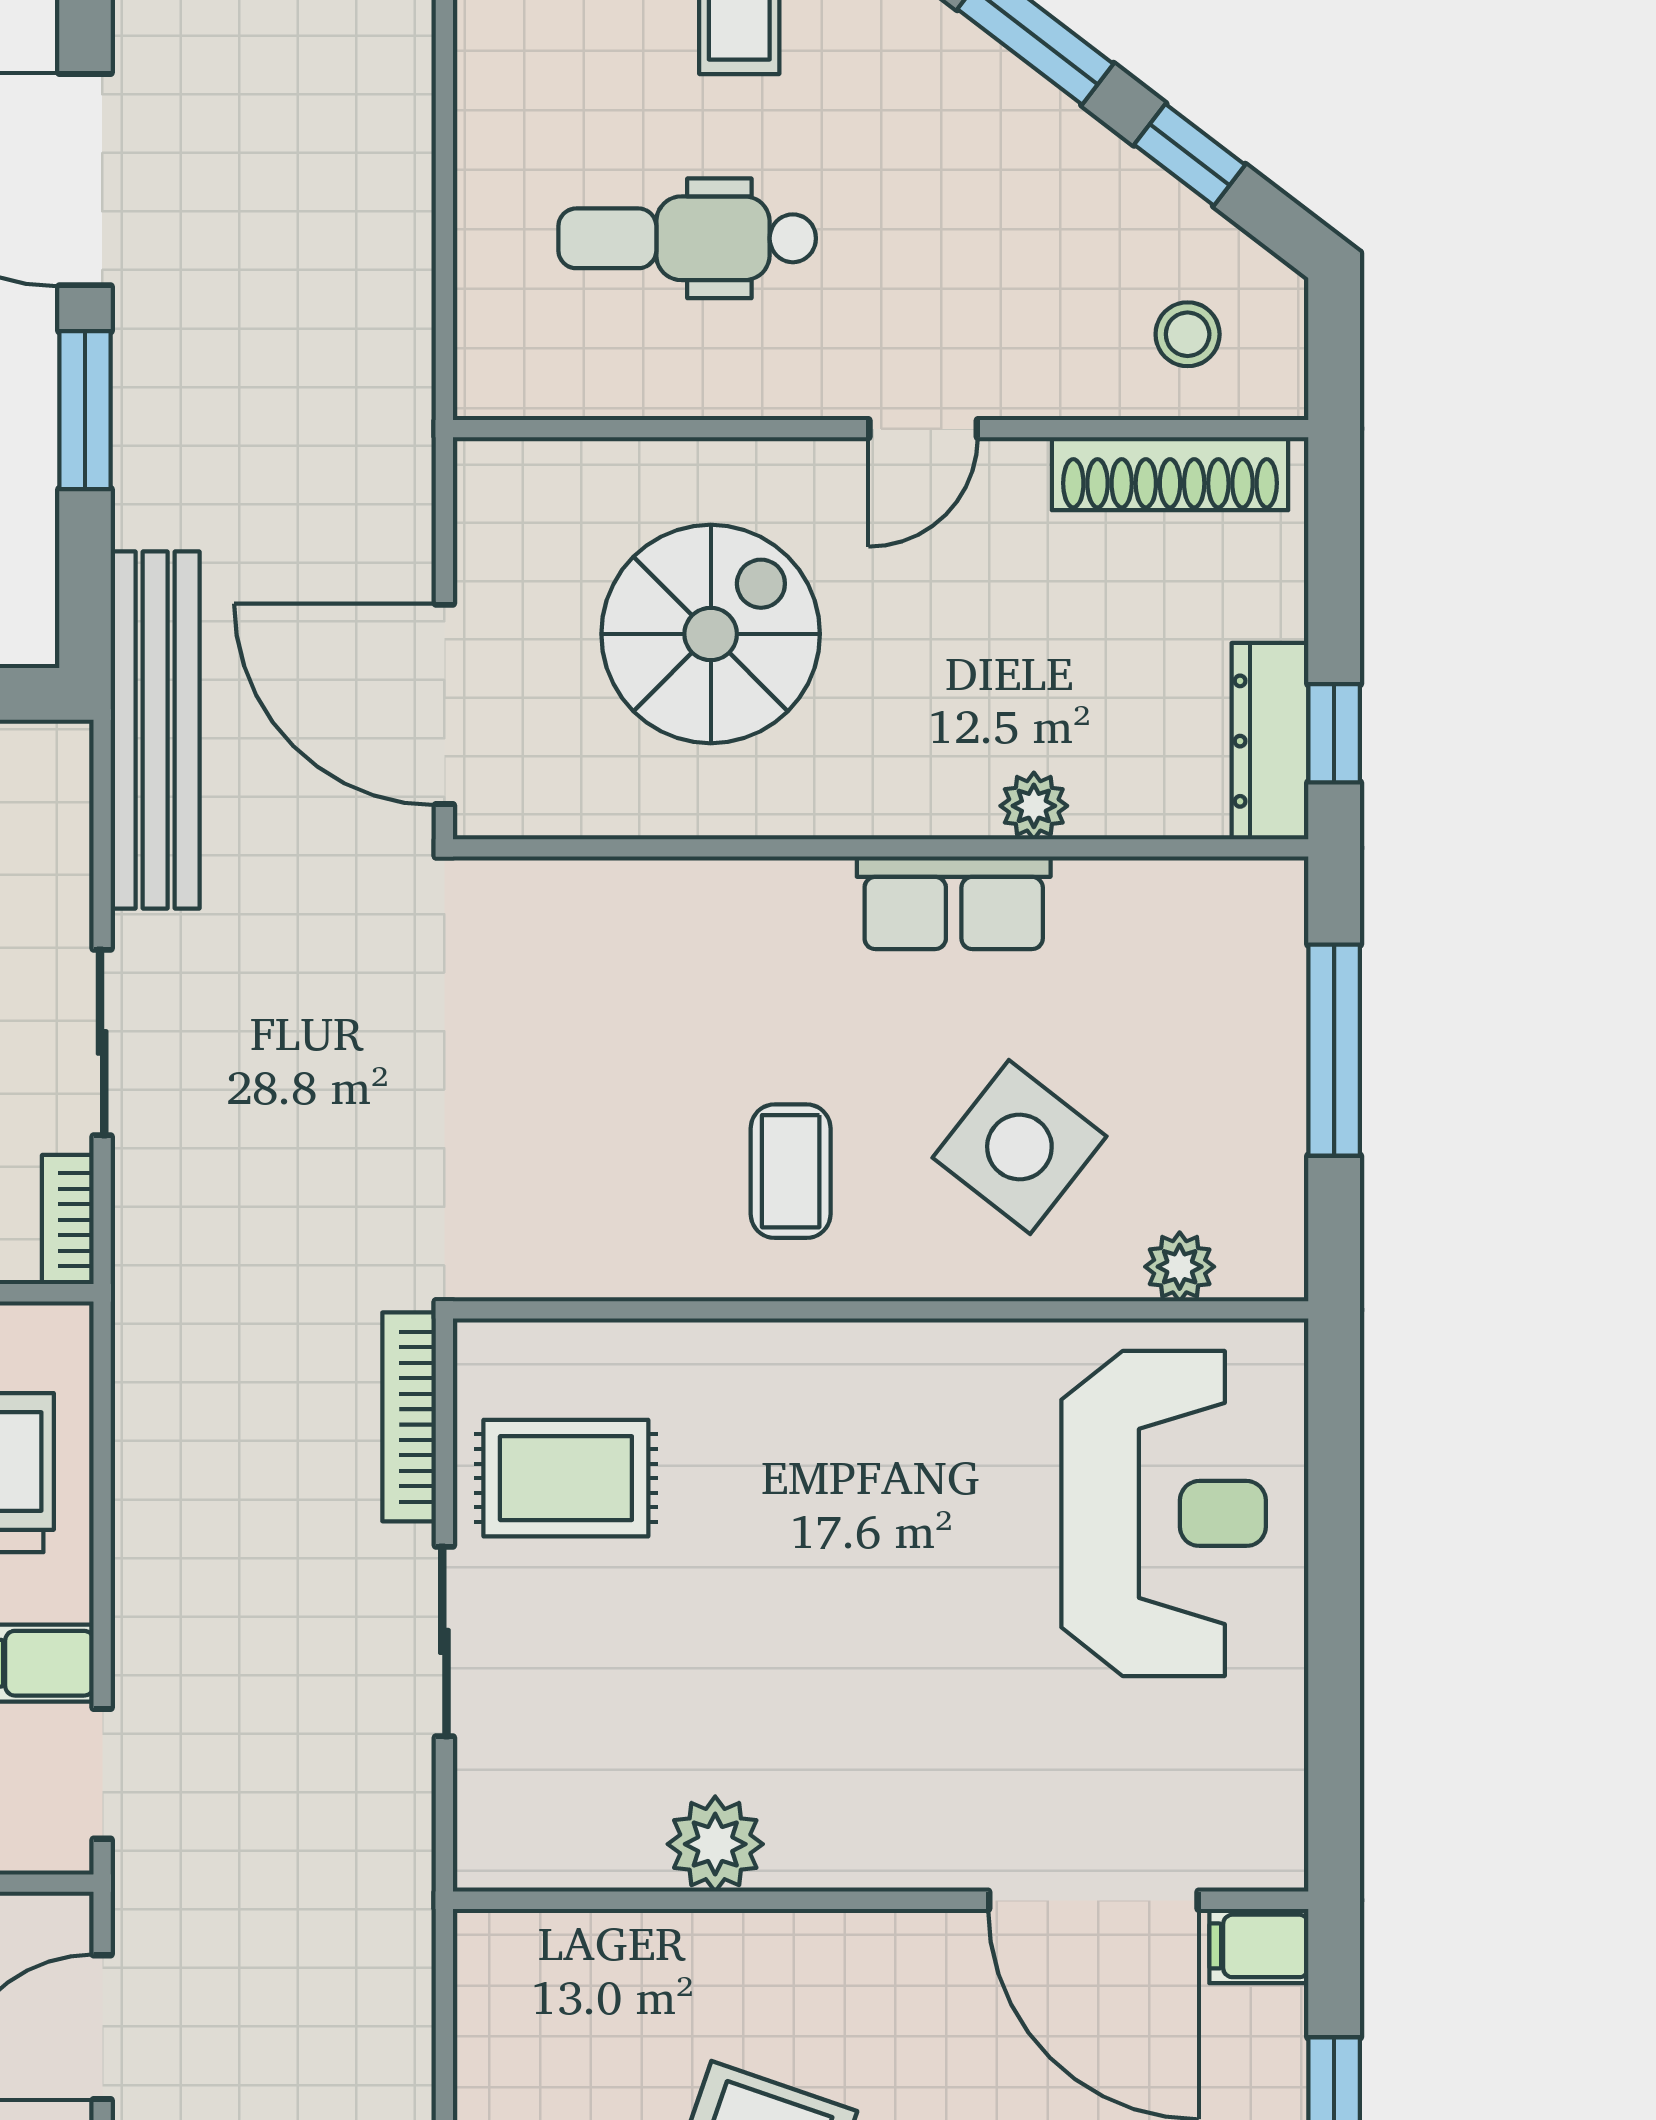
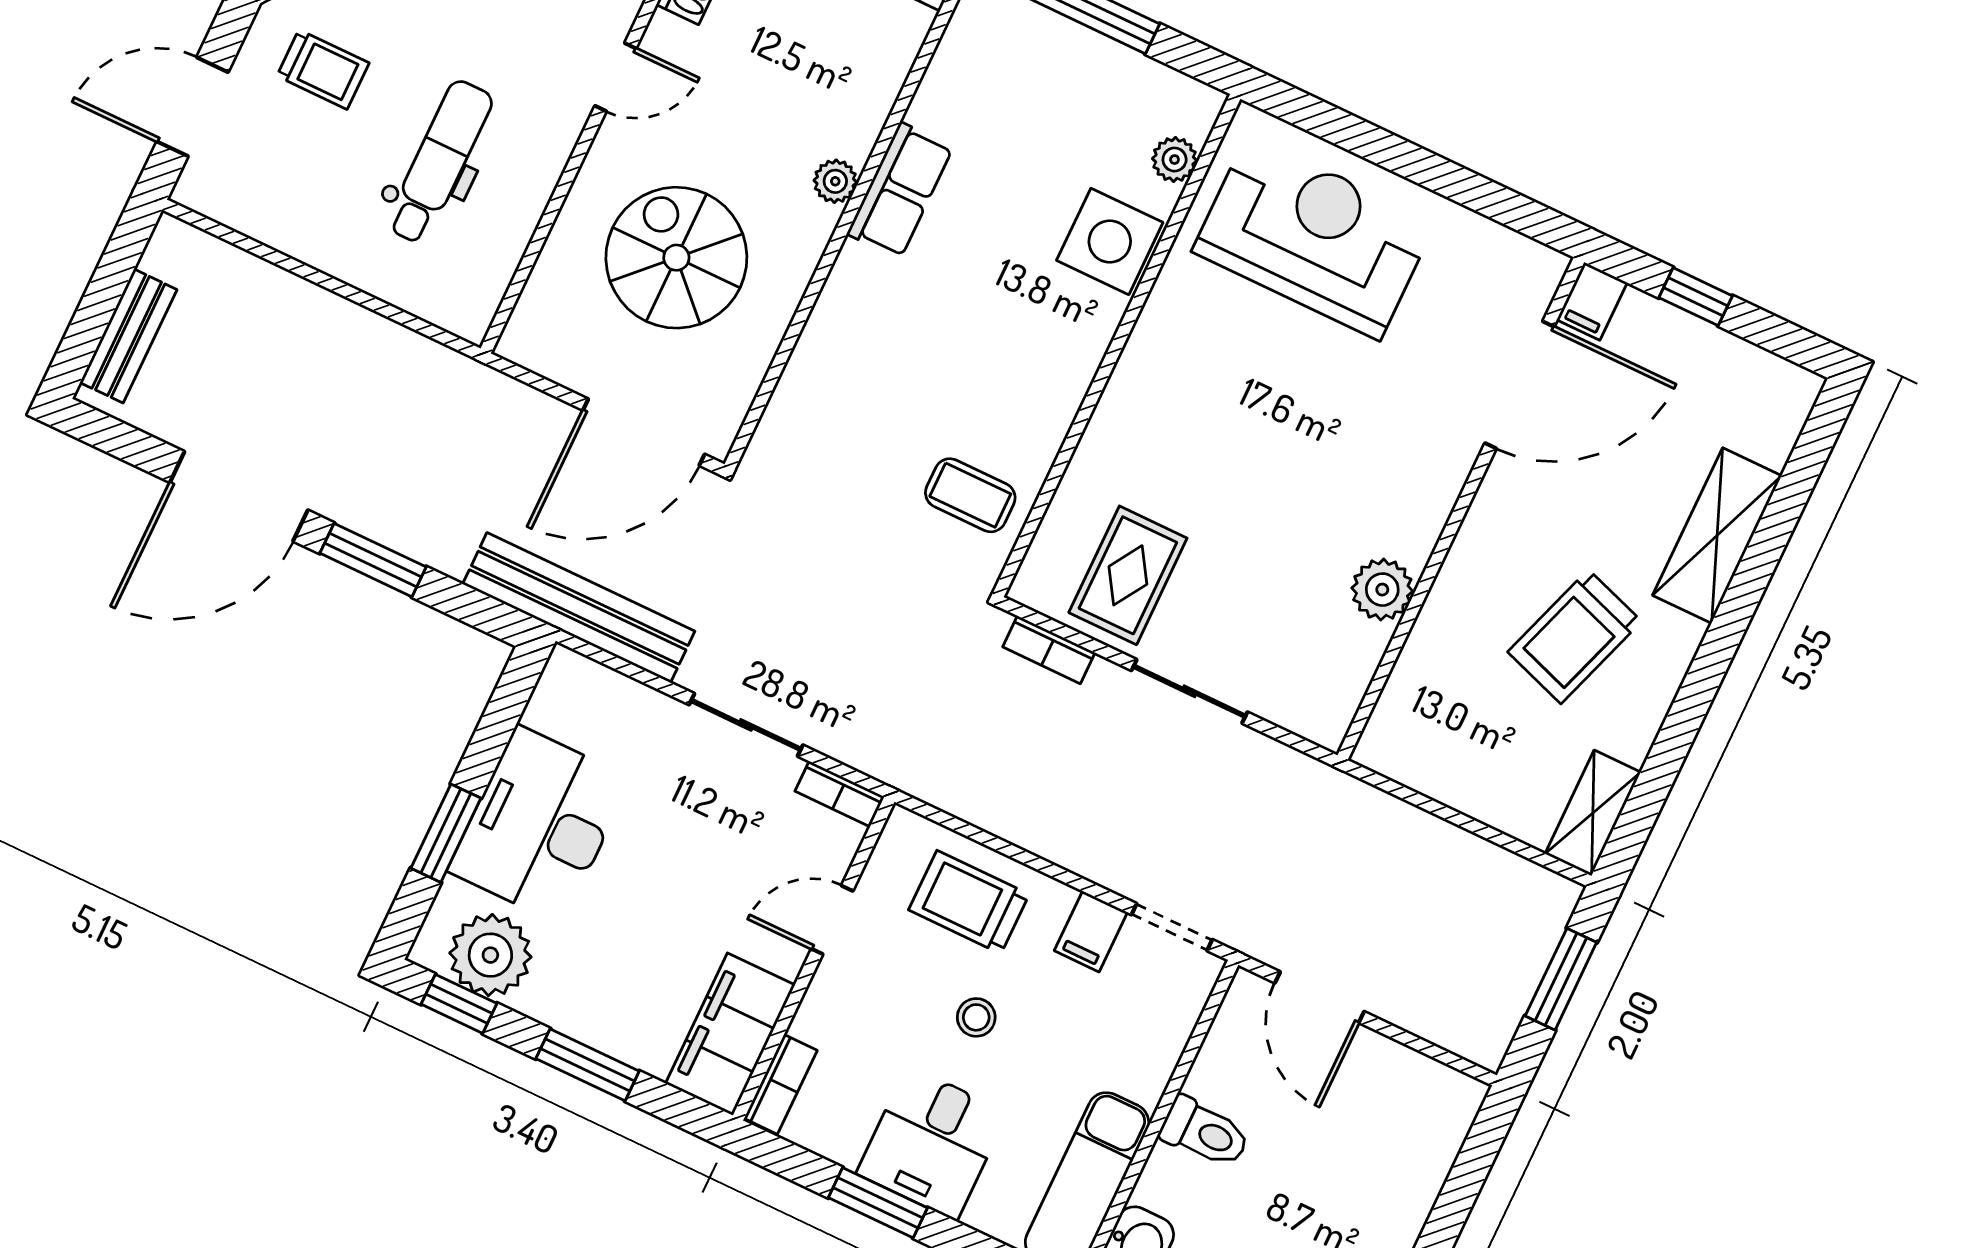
dental chair: (687, 238) -> (439, 162), turned 180
door: (923, 429) -> (616, 77), hinge flipped
plant: (1034, 806) -> (835, 181), moved
side table: (1019, 1147) -> (1110, 241), moved, turned -38
coffee table: (791, 1171) -> (970, 495), moved
bookcase: (409, 1417) -> (1049, 650), width x0.64

